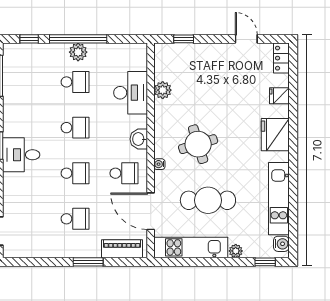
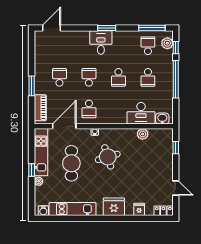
door: (246, 39) -> (176, 188), hinge flipped
plant: (78, 52) -> (167, 43), moved
school desk: (26, 82) -> (148, 46), added
washbasin: (139, 139) -> (162, 119), moved
school desk: (75, 173) -> (89, 77), turned 180
school desk: (75, 219) -> (59, 77), turned 180
window: (265, 262) -> (32, 170), moved

